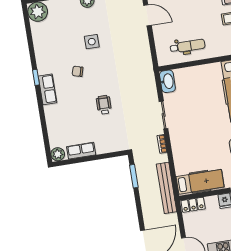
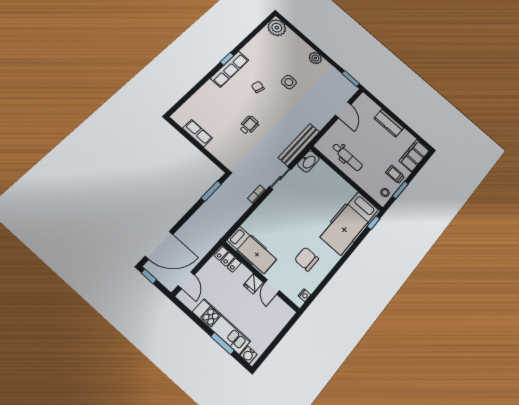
row of seats: (47, 89) -> (230, 69), width x1.48
plant: (58, 154) -> (179, 117), removed
bench: (167, 188) -> (299, 145), moved

